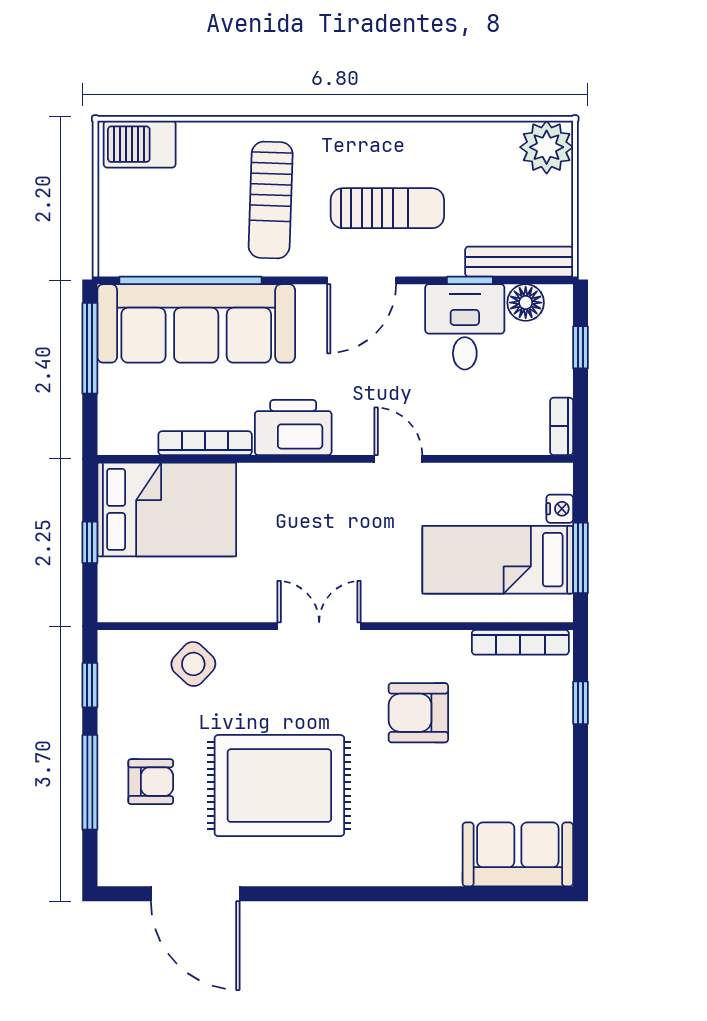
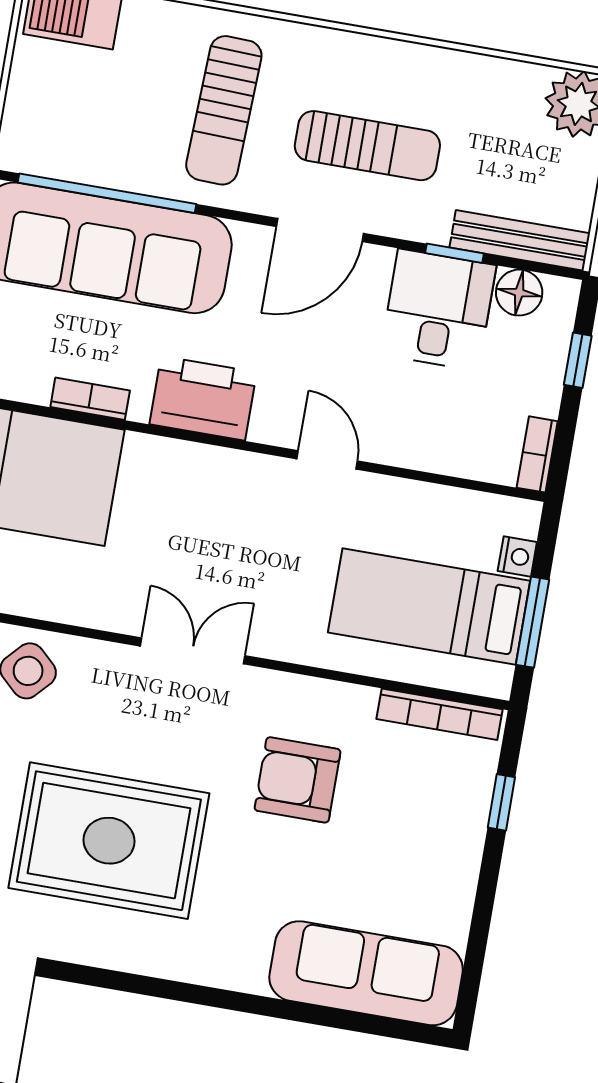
bookcase: (205, 443) -> (90, 399), width x0.64
sofa: (518, 854) -> (366, 973), width x1.36

